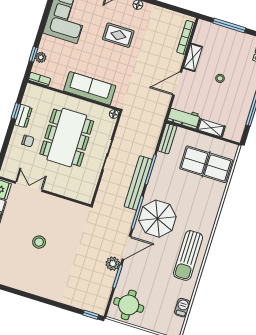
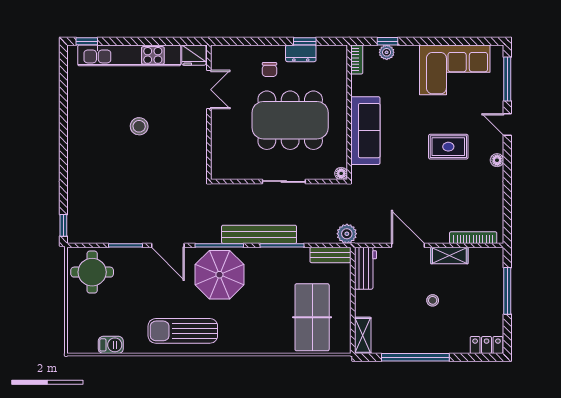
rug: (118, 35) -> (448, 147), turned 90
shelving: (211, 128) -> (363, 335), moved
plant: (113, 264) -> (347, 234), moved

